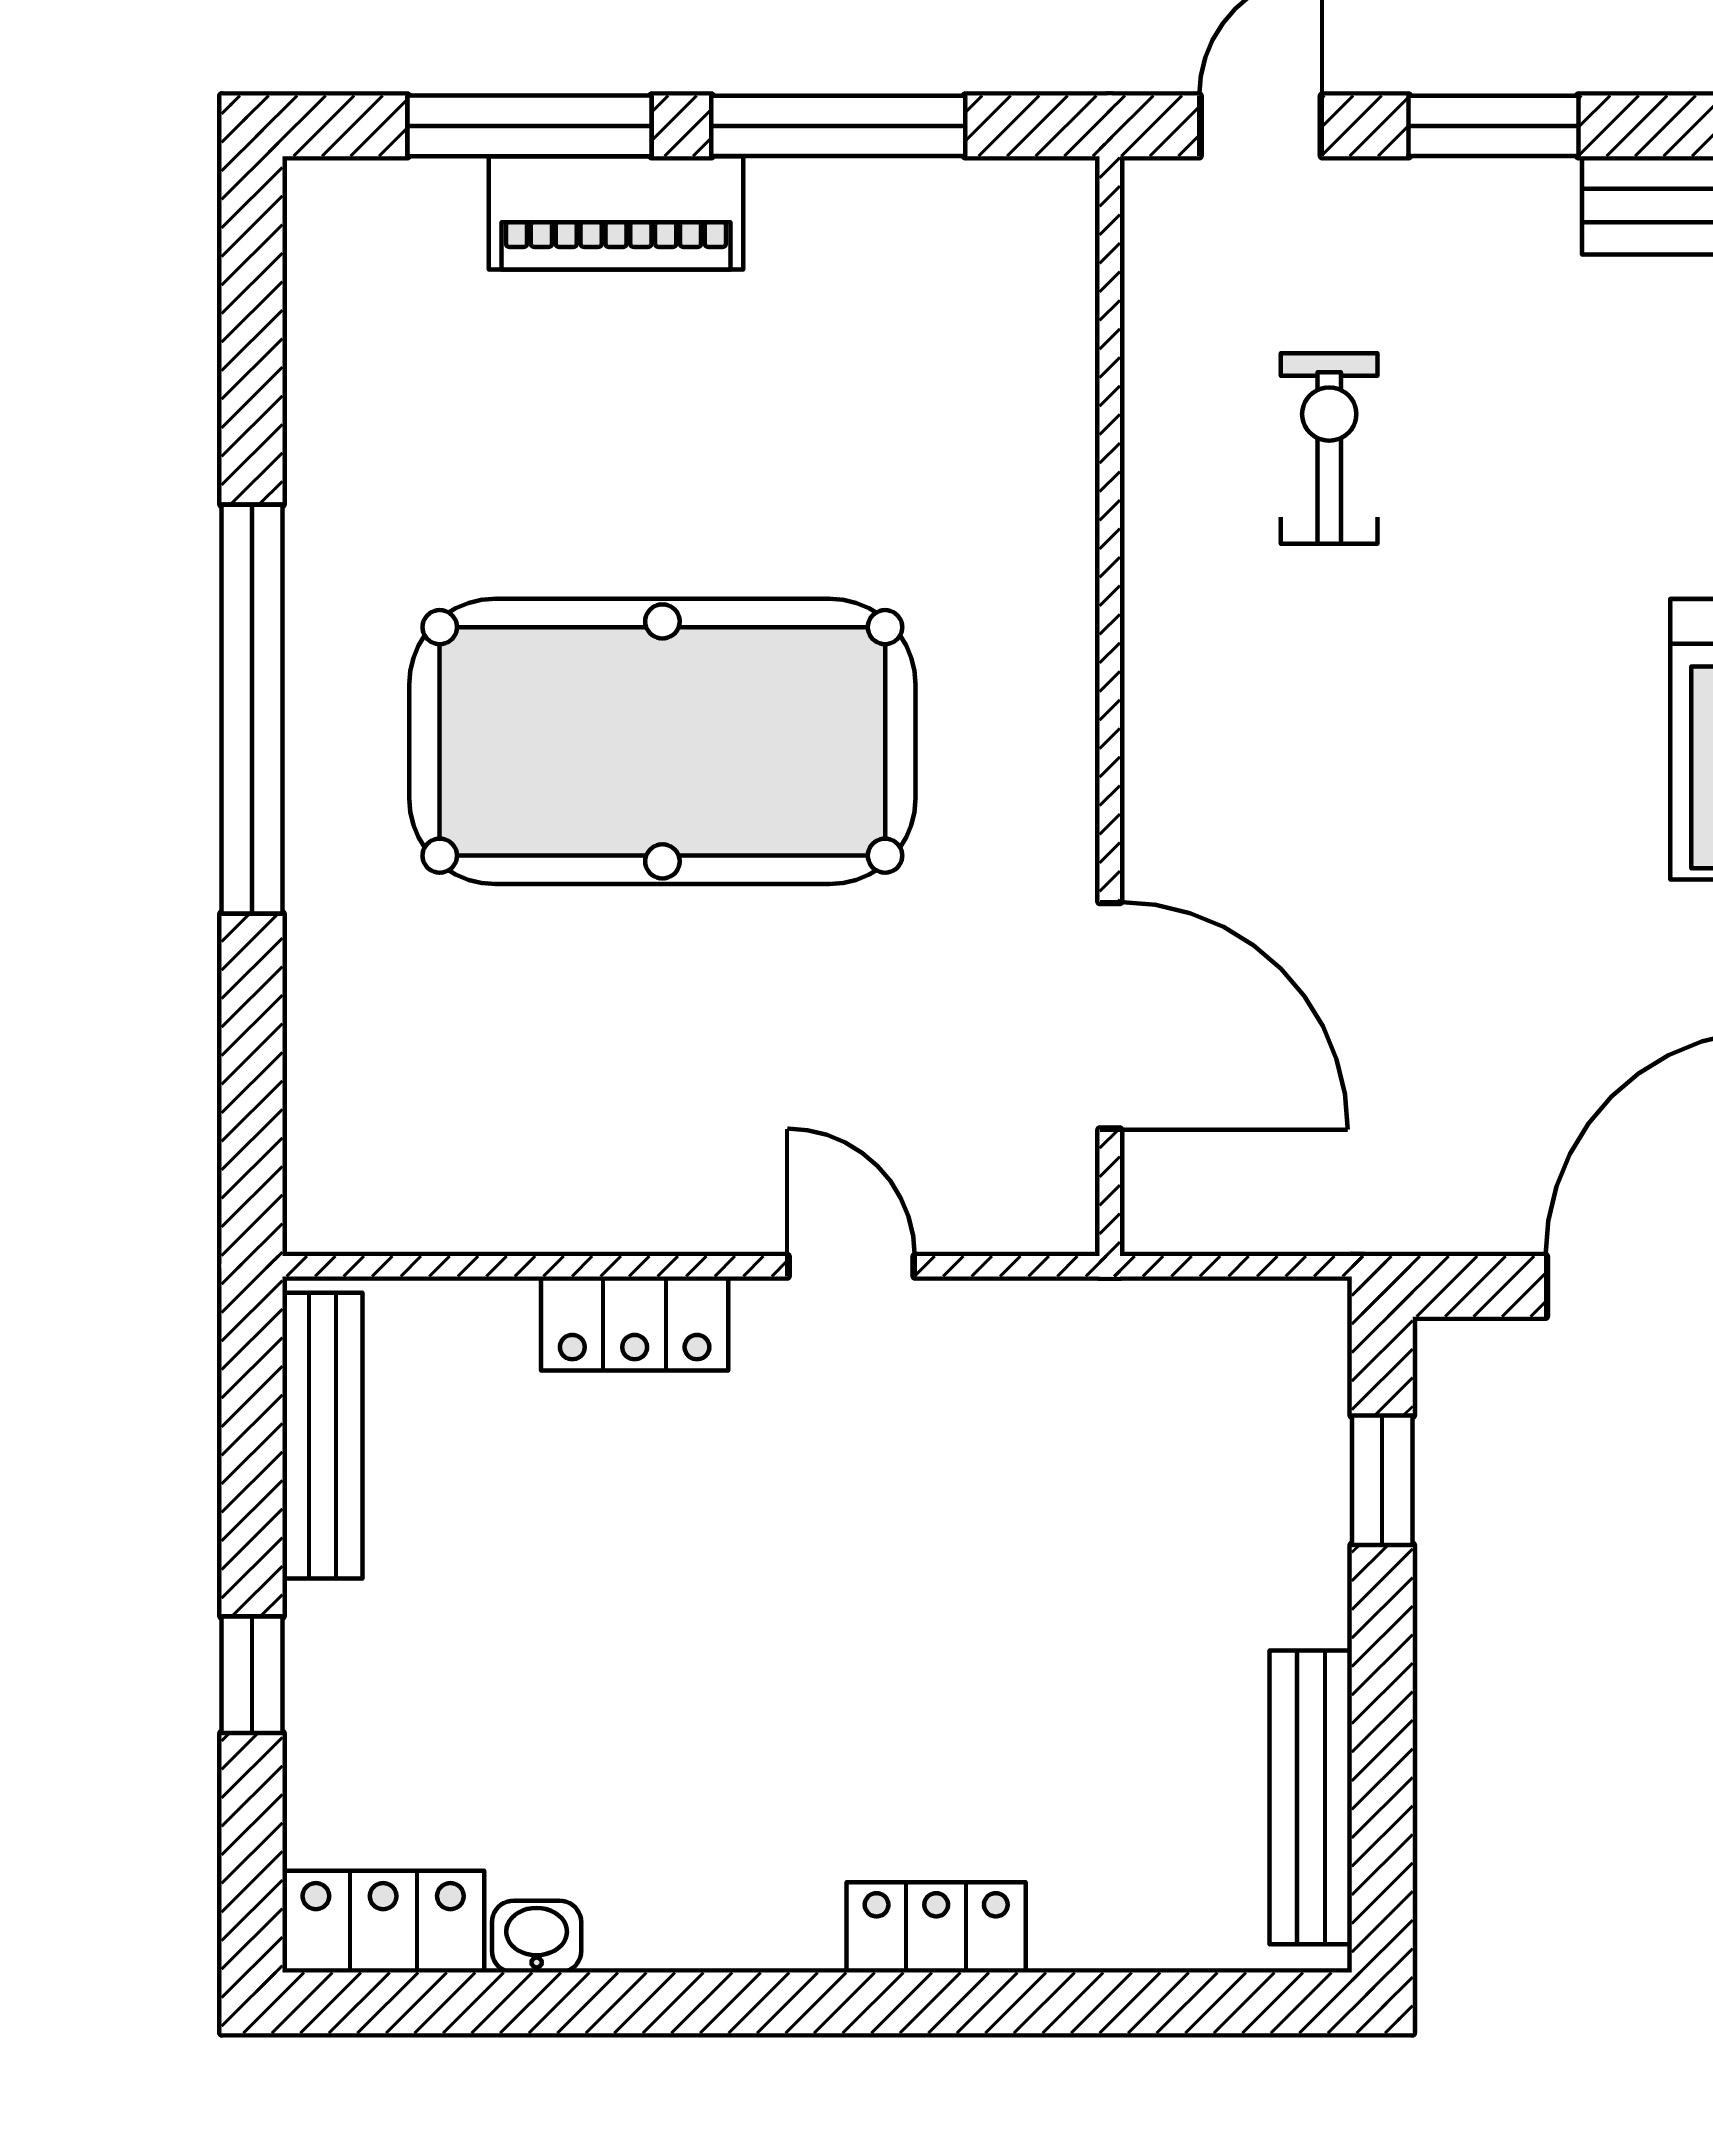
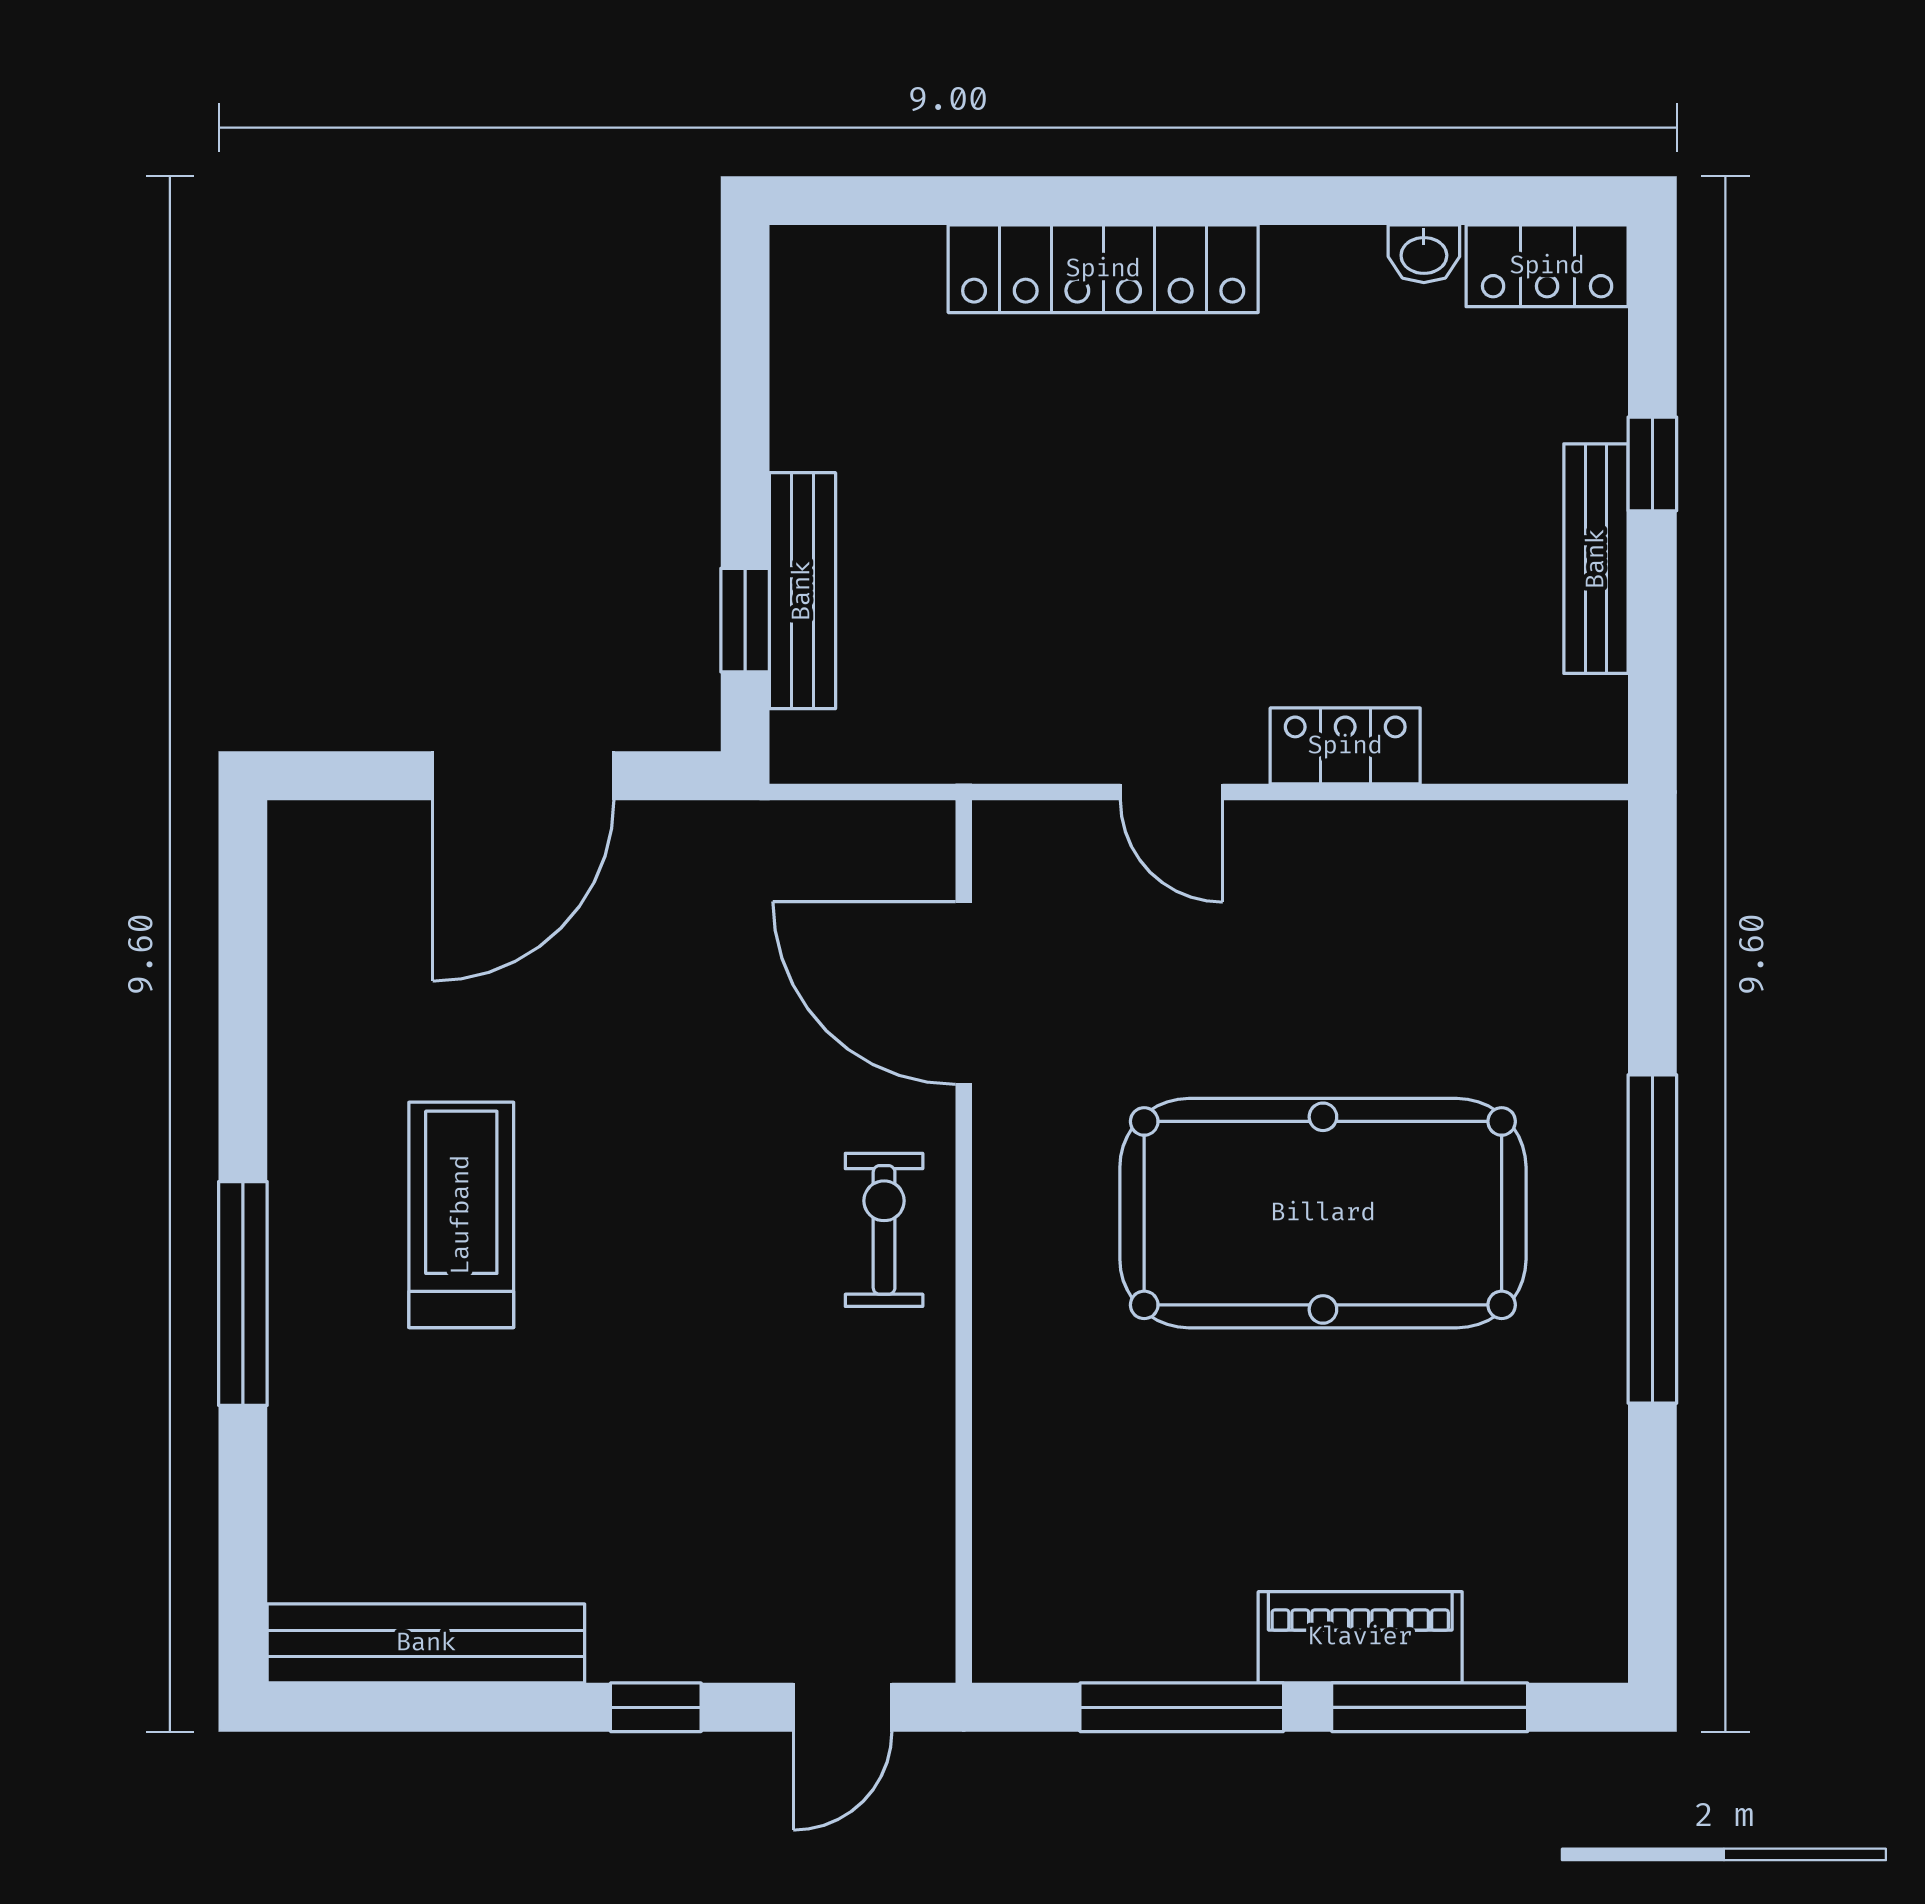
window: (1494, 126) -> (656, 1707), width x0.67
exercise bike: (1329, 448) -> (884, 1230), moved, turned 180
bench: (322, 1436) -> (1596, 559), moved
bench: (1311, 1797) -> (802, 591), moved
locker: (936, 1927) -> (1103, 269), width x2.16, depth x1.21

